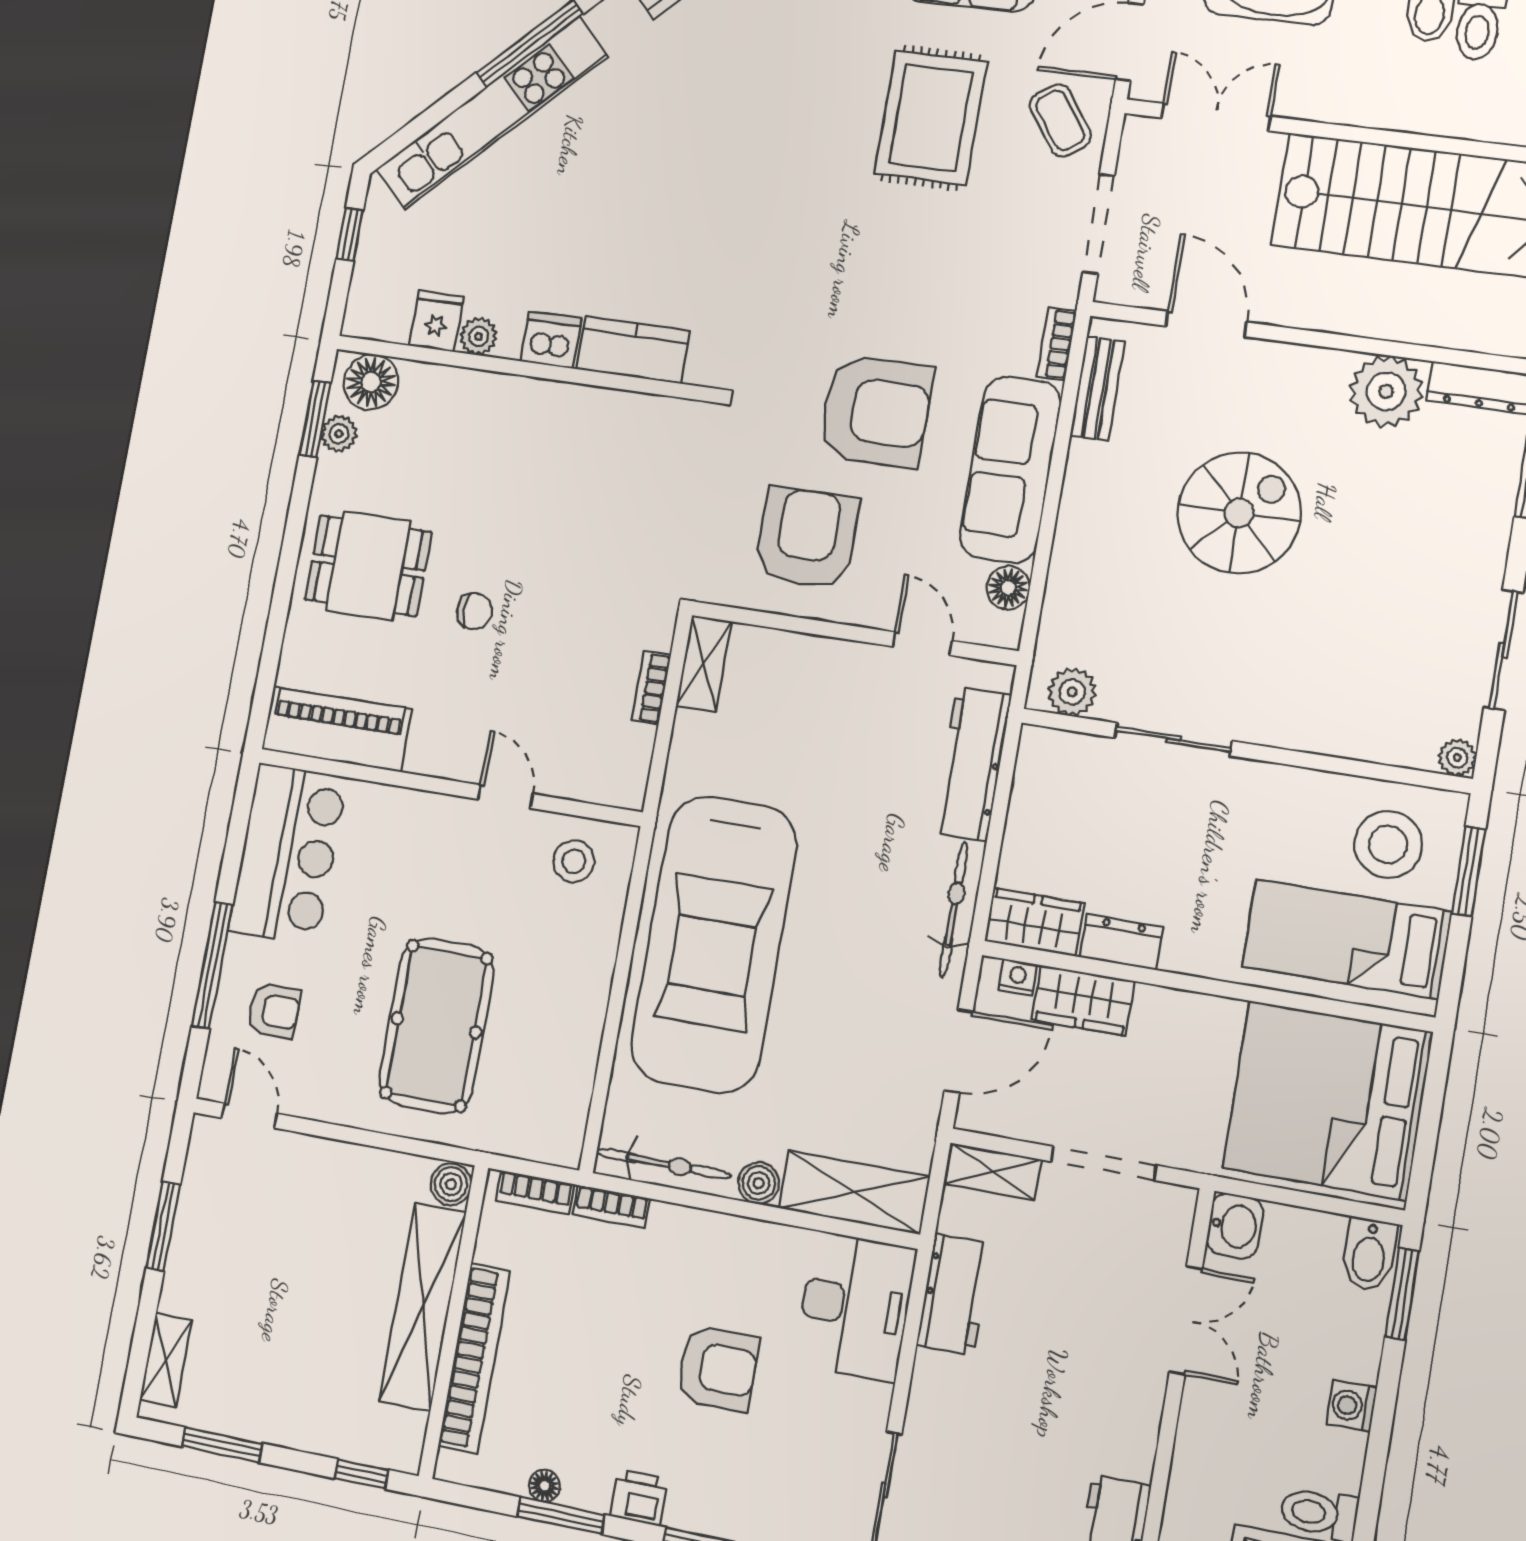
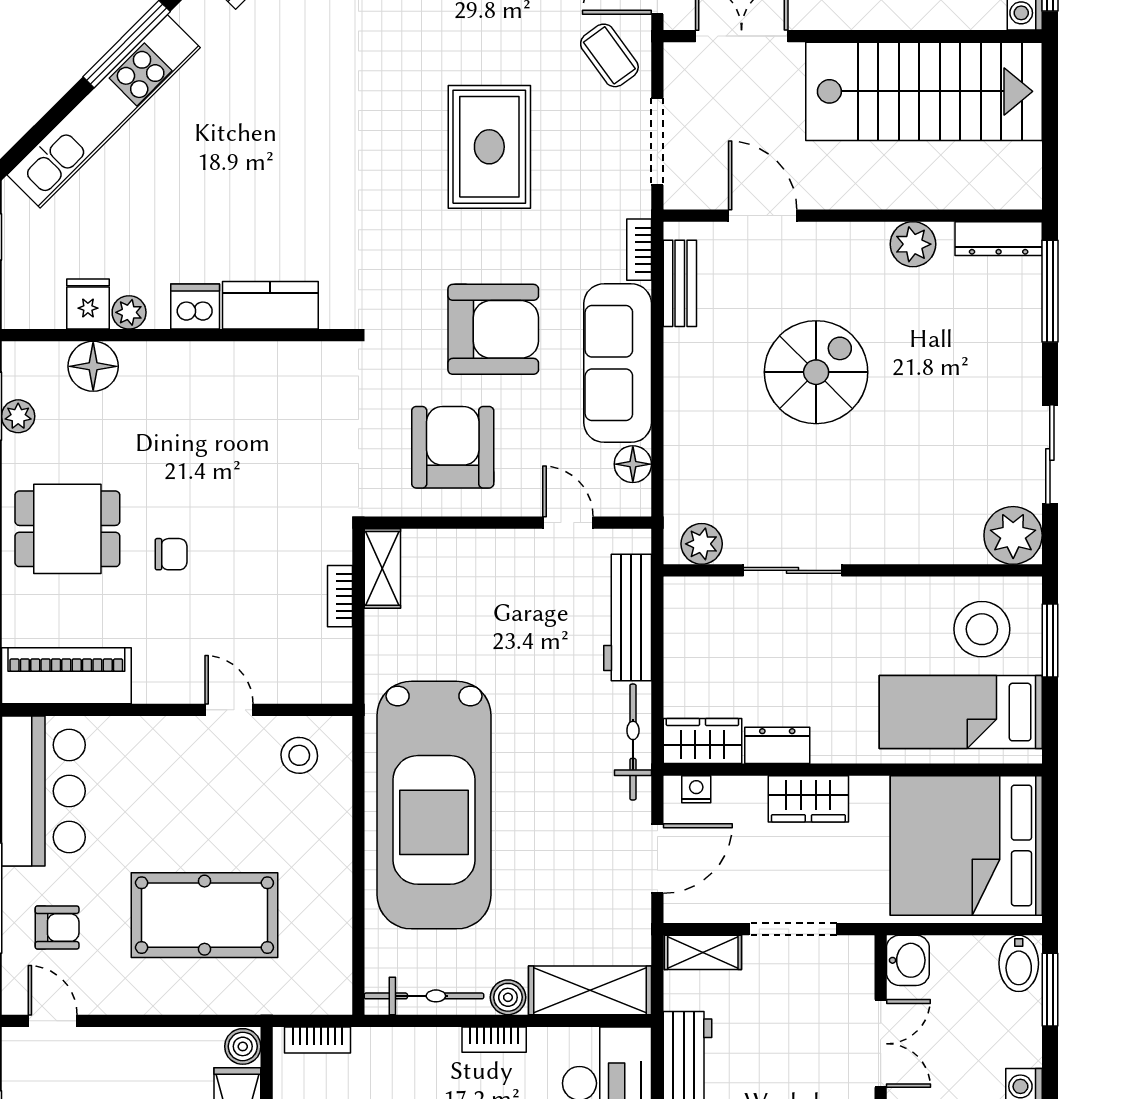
rug: (931, 118) -> (489, 147), moved
floor lamp: (371, 382) -> (93, 366), moved
plant: (1386, 391) -> (913, 244), width x0.73, depth x0.73
plant: (1457, 758) -> (1013, 535), width x1.87, depth x1.87
wardrobe: (1083, 1000) -> (808, 799), moved
pool table: (436, 1026) -> (204, 915), turned 90
bookcase: (611, 1206) -> (494, 1040), moved

